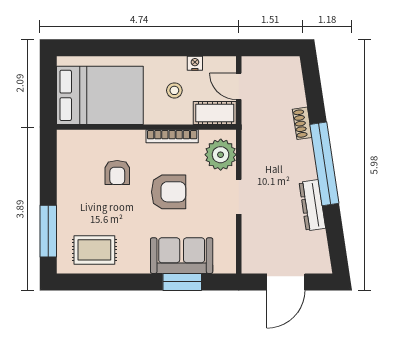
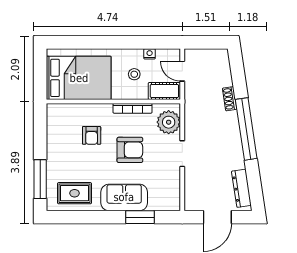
dresser: (312, 205) -> (241, 188), moved
sofa: (182, 256) -> (124, 197), moved

